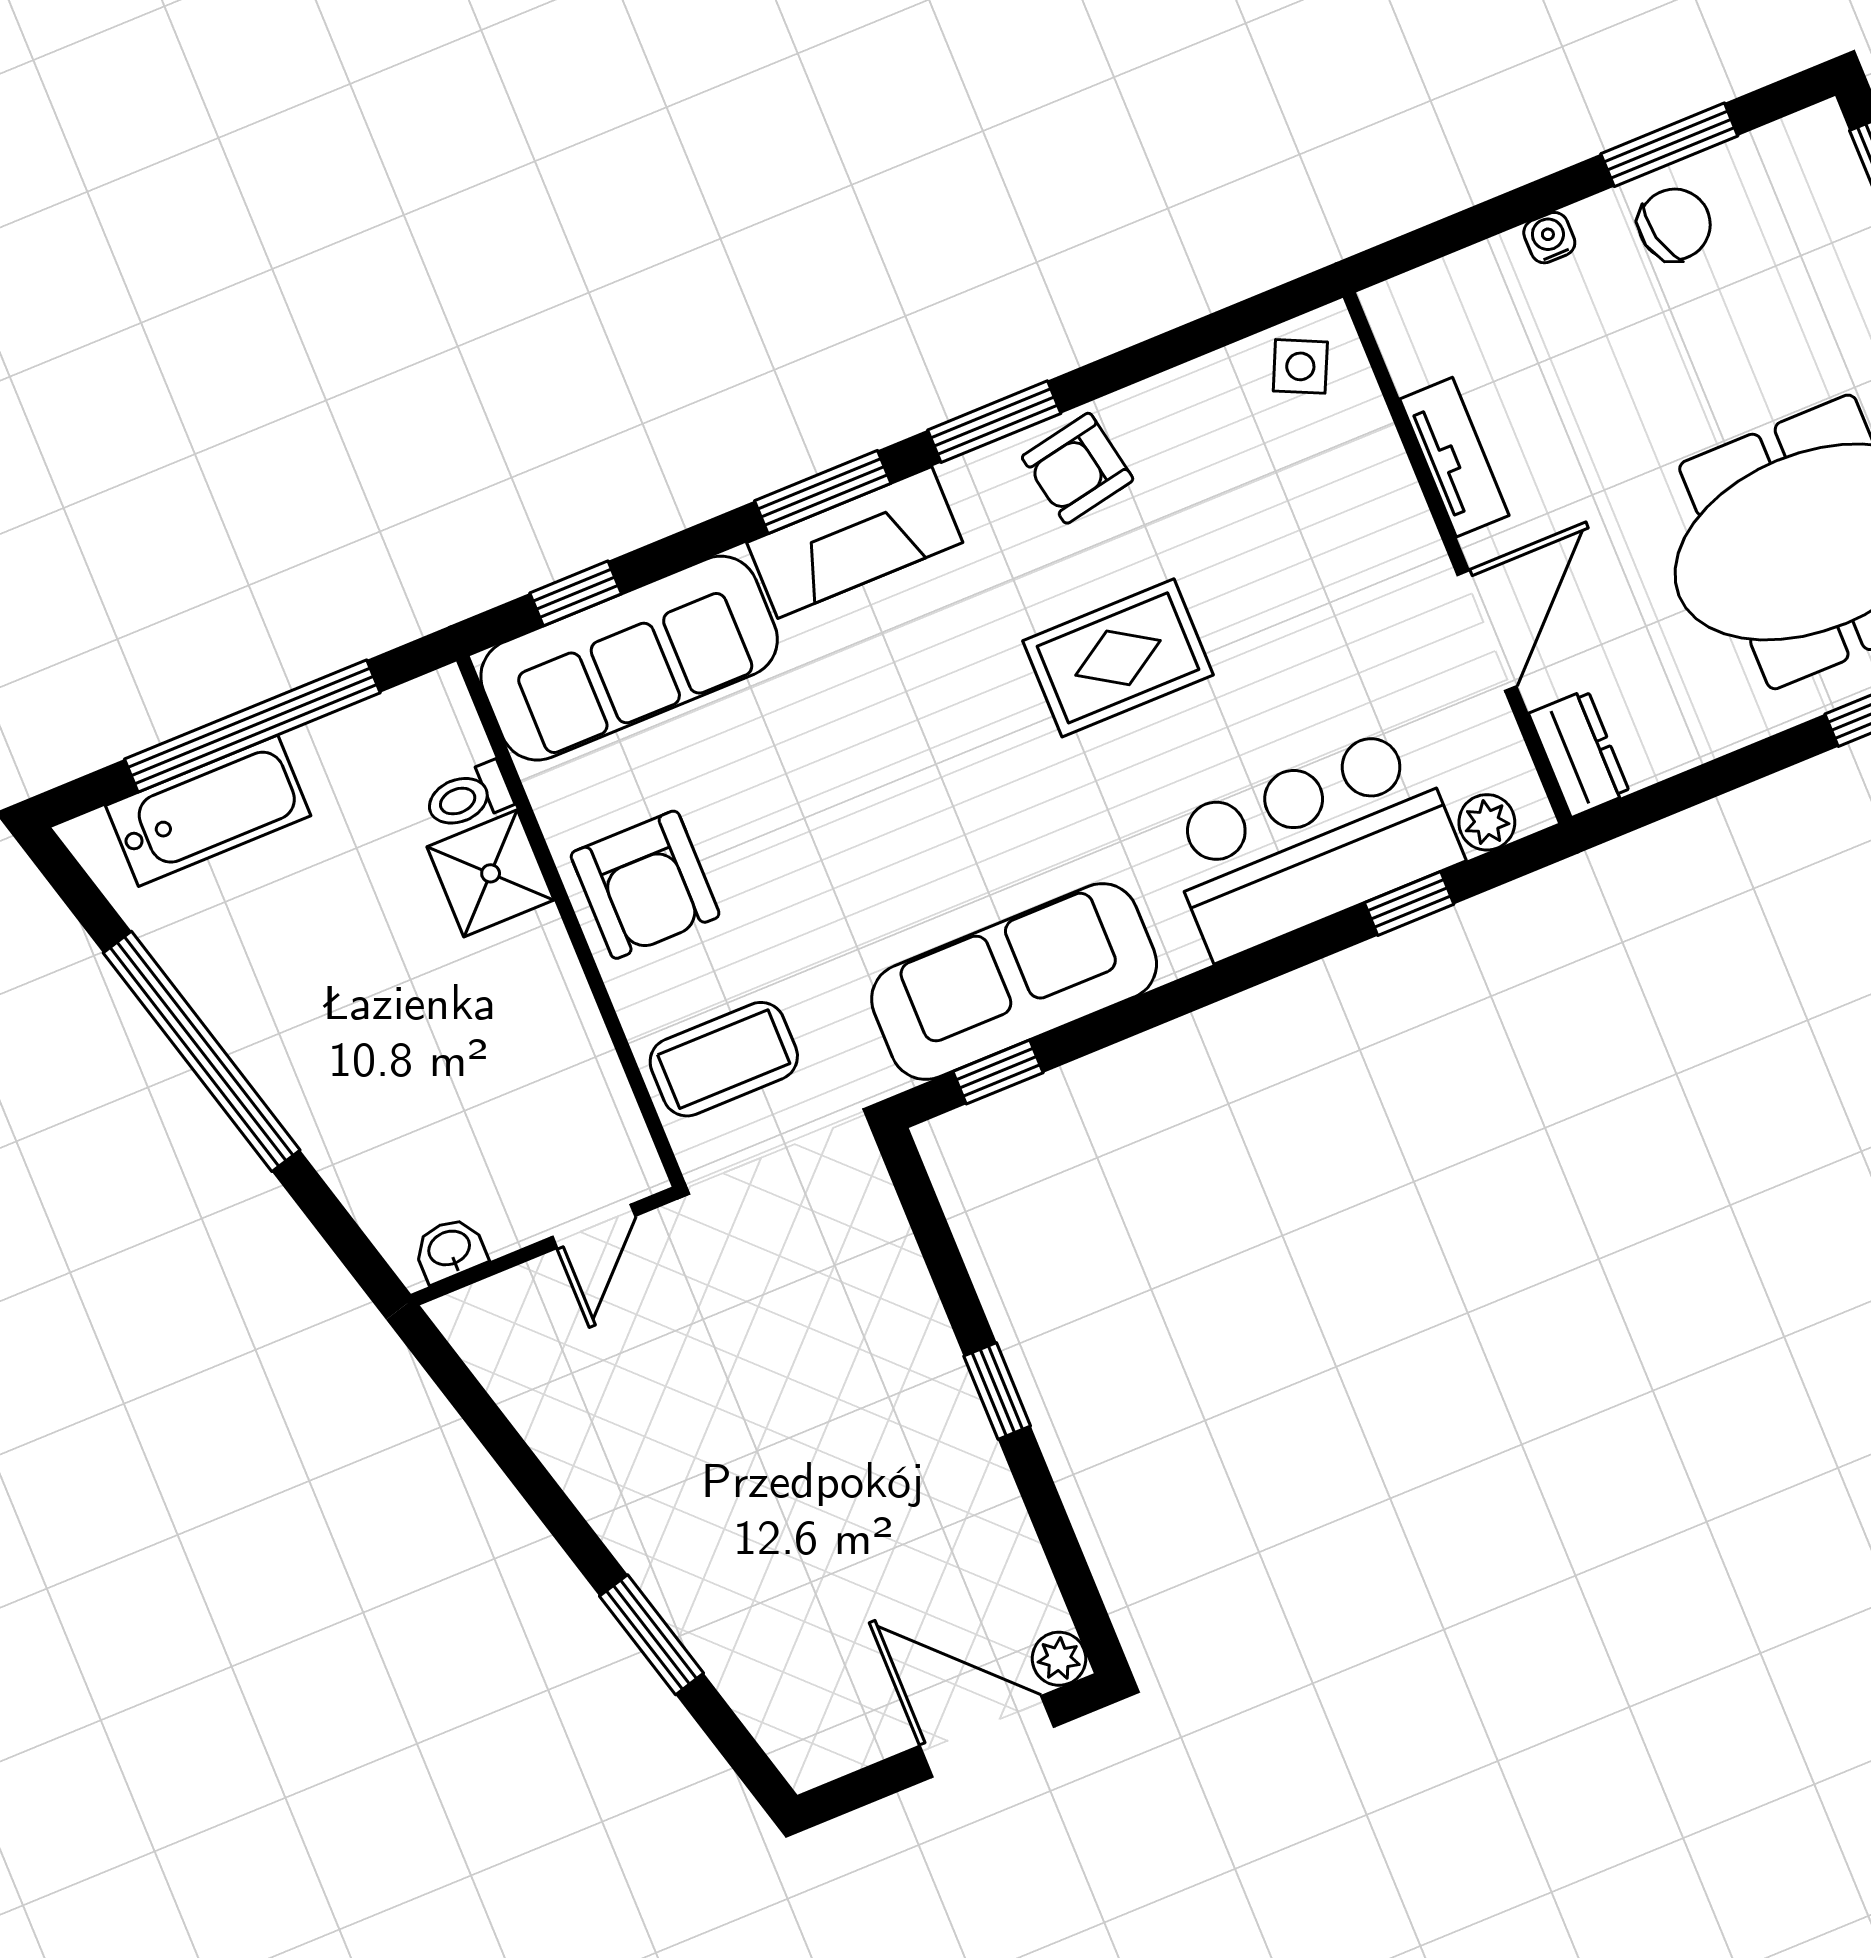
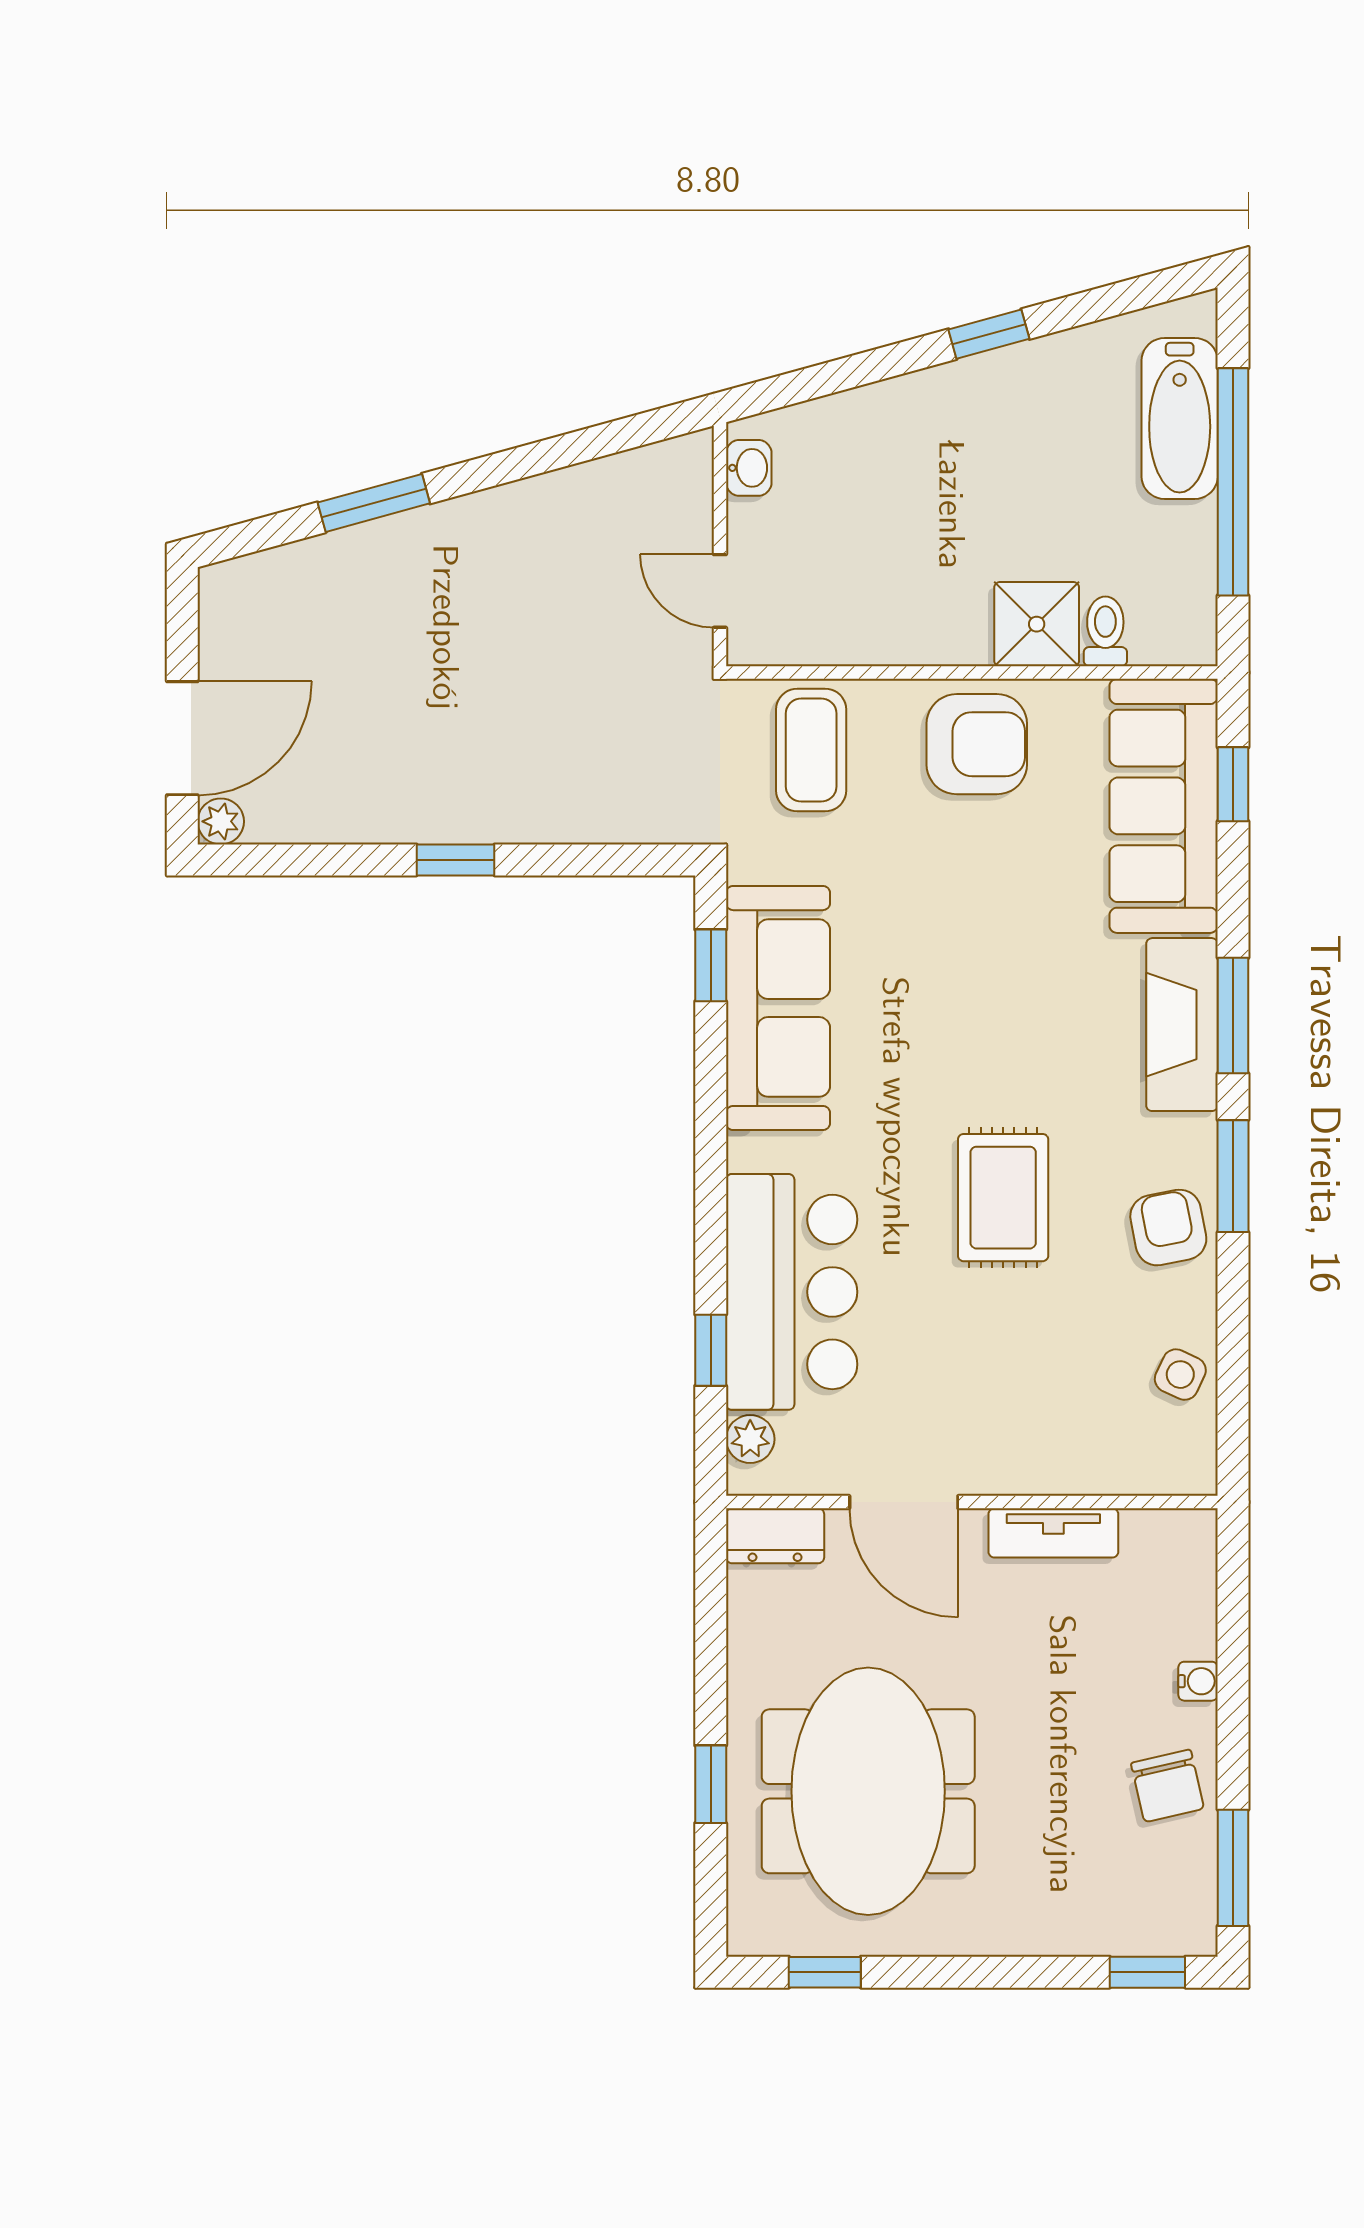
window: (1669, 145) -> (1233, 1868), moved
side table: (1300, 366) -> (1180, 1375), moved
armchair: (645, 885) -> (977, 744), turned 180
window: (202, 1051) -> (989, 334), width x0.32

